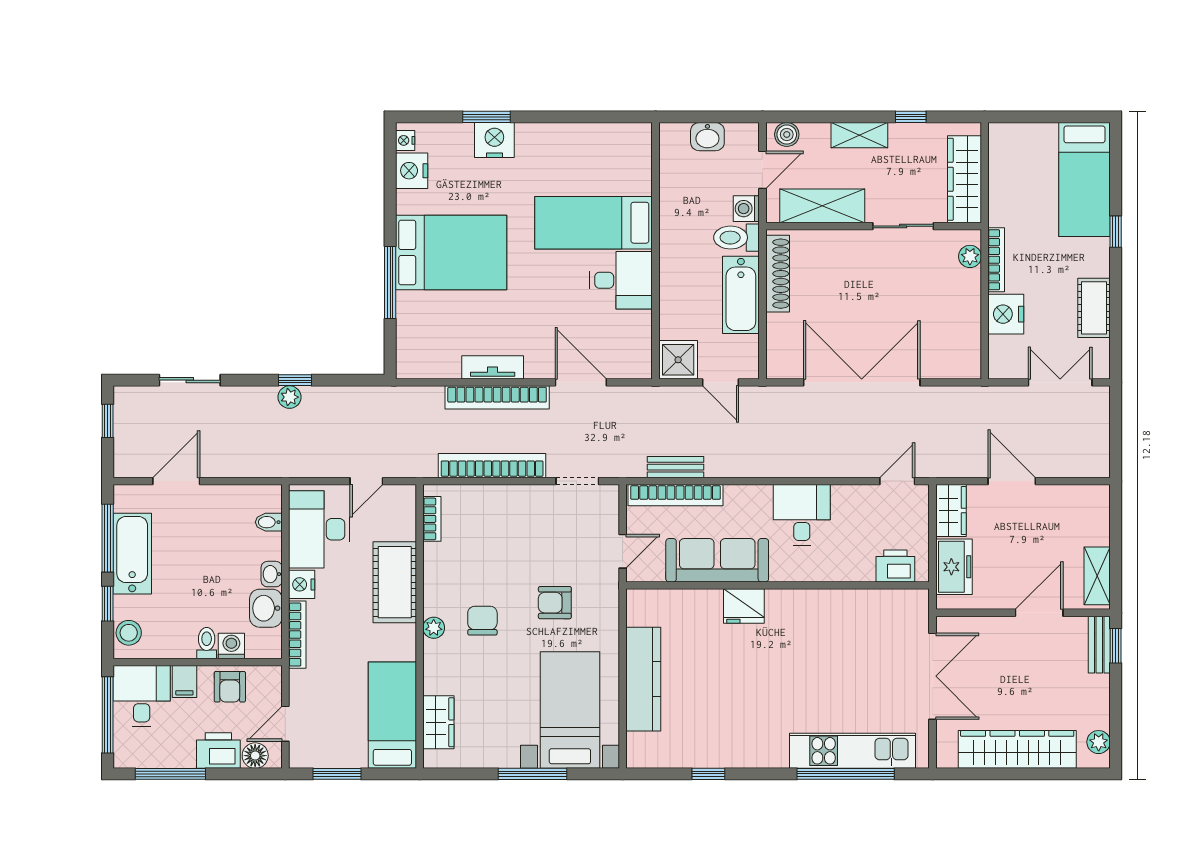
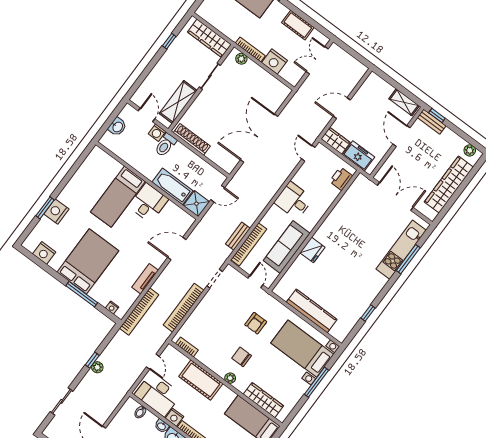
boiler: (787, 134) -> (140, 95), removed
shelving: (859, 135) -> (161, 67), removed
nightstand: (405, 140) -> (112, 308), moved
bathtub: (741, 295) -> (172, 186), moved, turned 180
bookcase: (497, 397) -> (139, 311), moved
wardrobe: (438, 722) -> (263, 400), width x1.50
window: (846, 774) -> (408, 259), width x0.68

